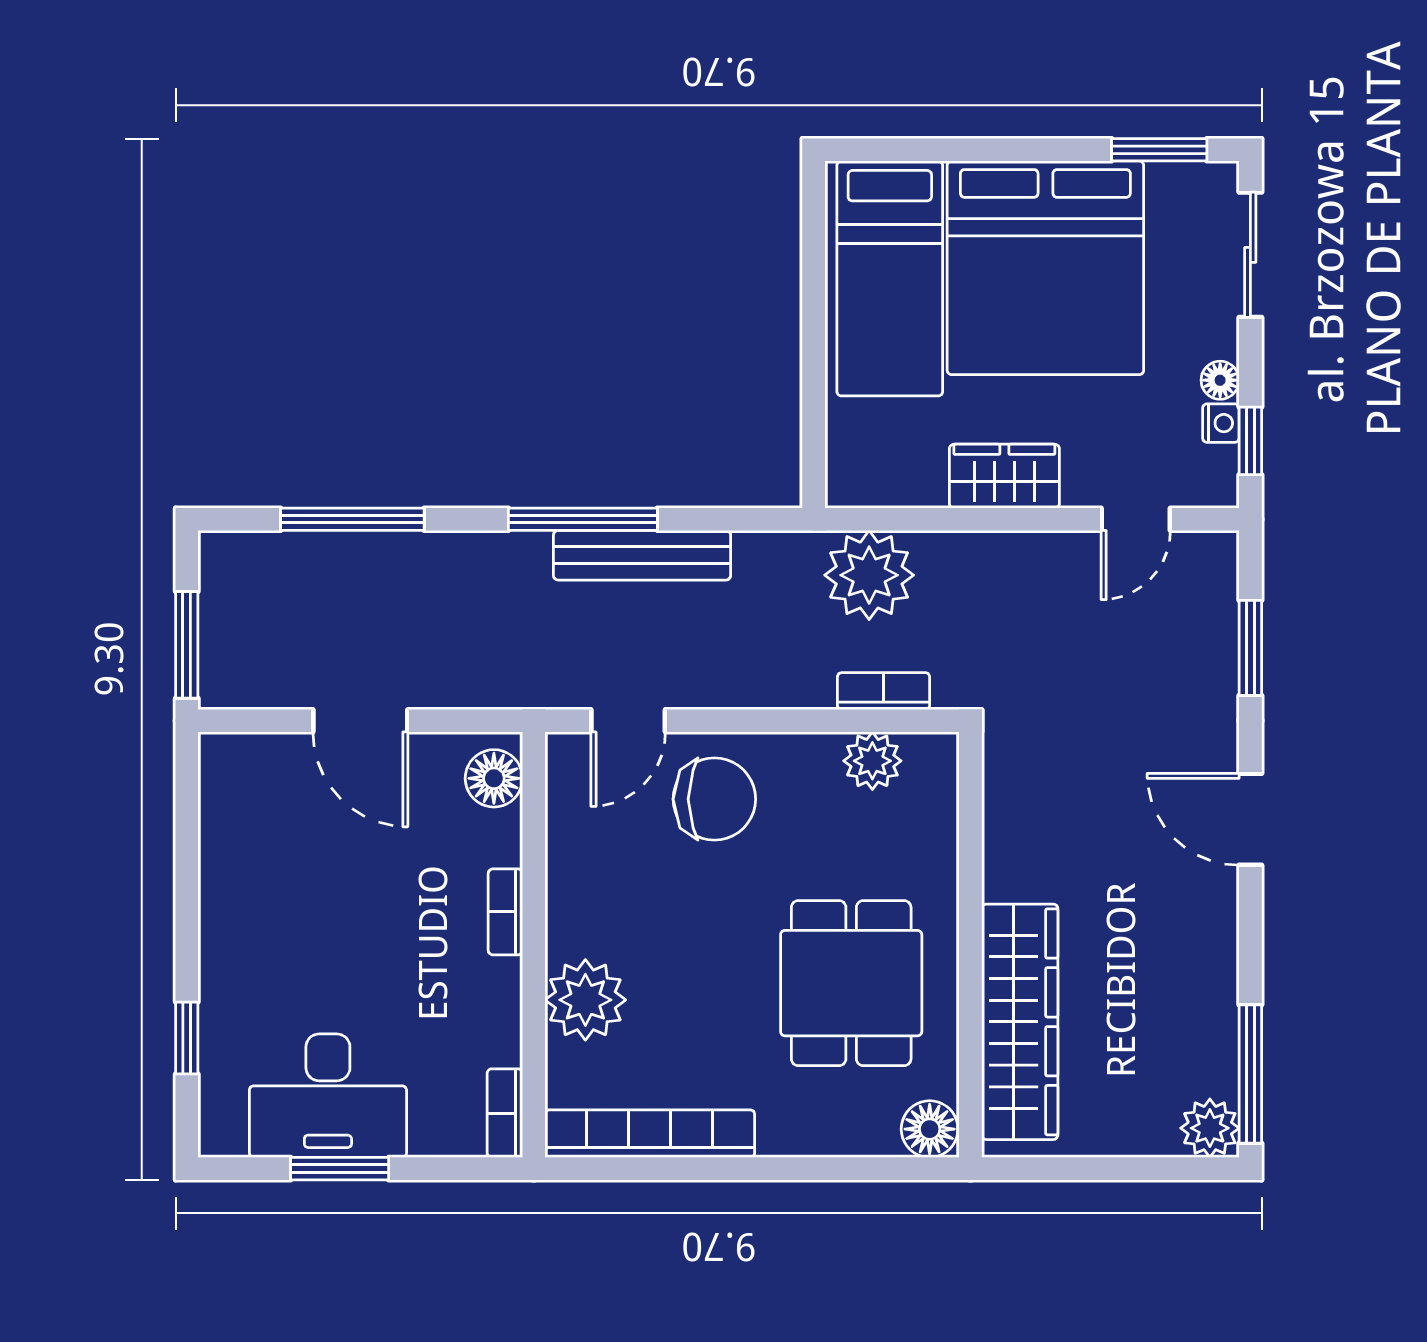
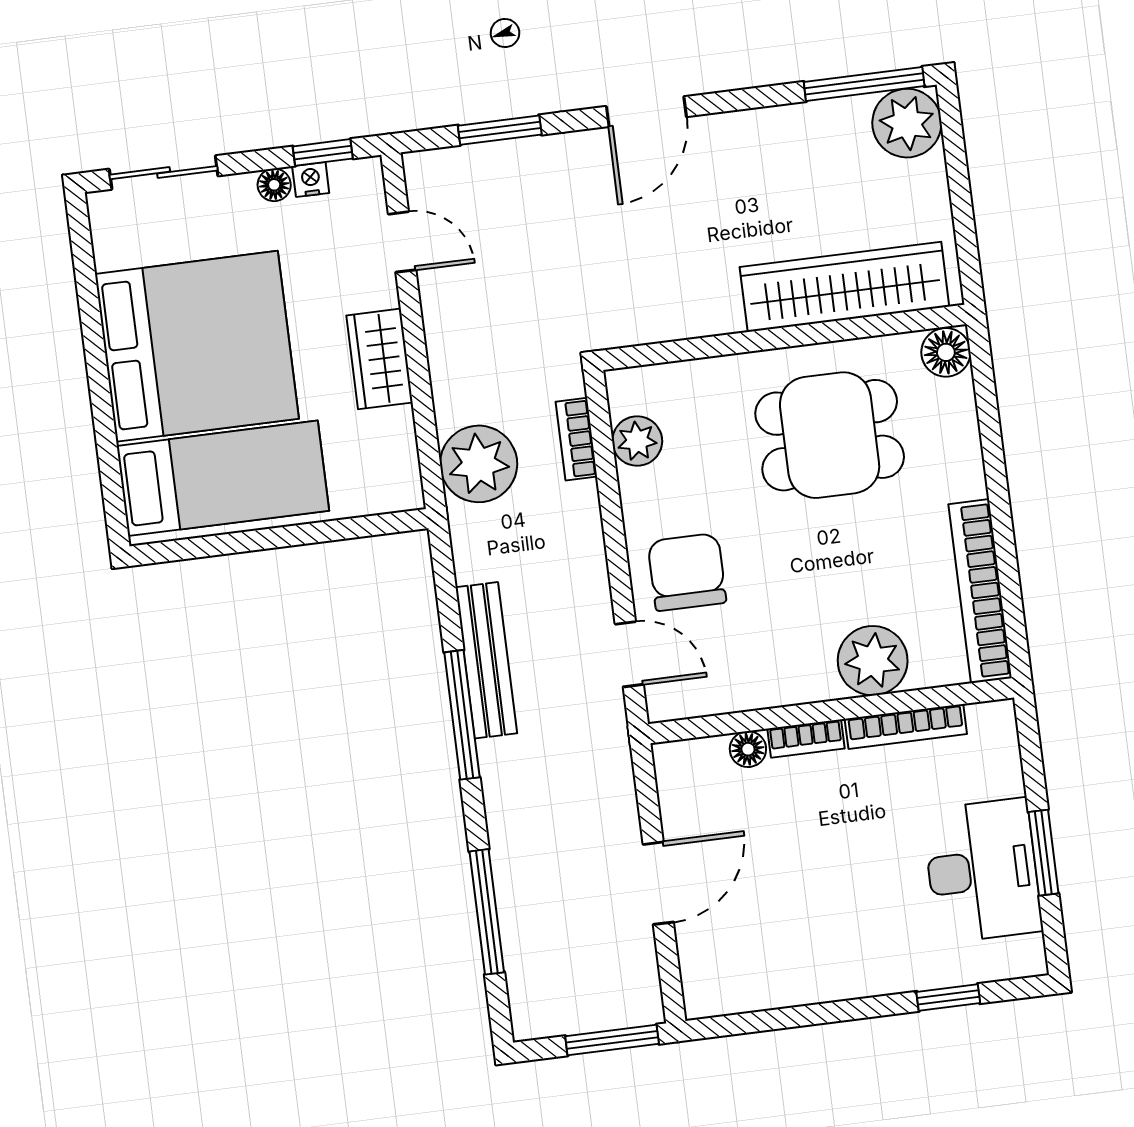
window: (1159, 150) -> (84, 262), removed
floor lamp: (494, 778) -> (748, 749), moved, width x0.73, depth x0.73
bookcase: (505, 1113) -> (906, 726), moved, width x1.56
plant: (1210, 1128) -> (907, 123), width x1.36, depth x1.36

